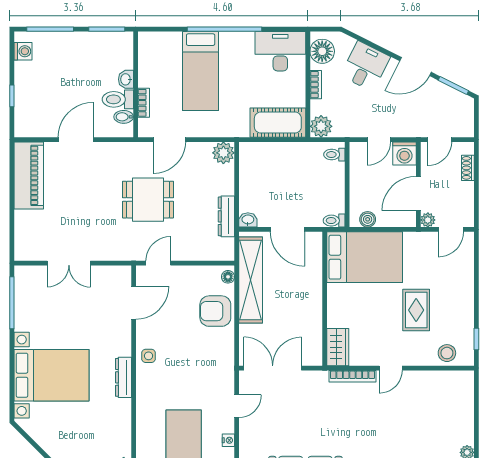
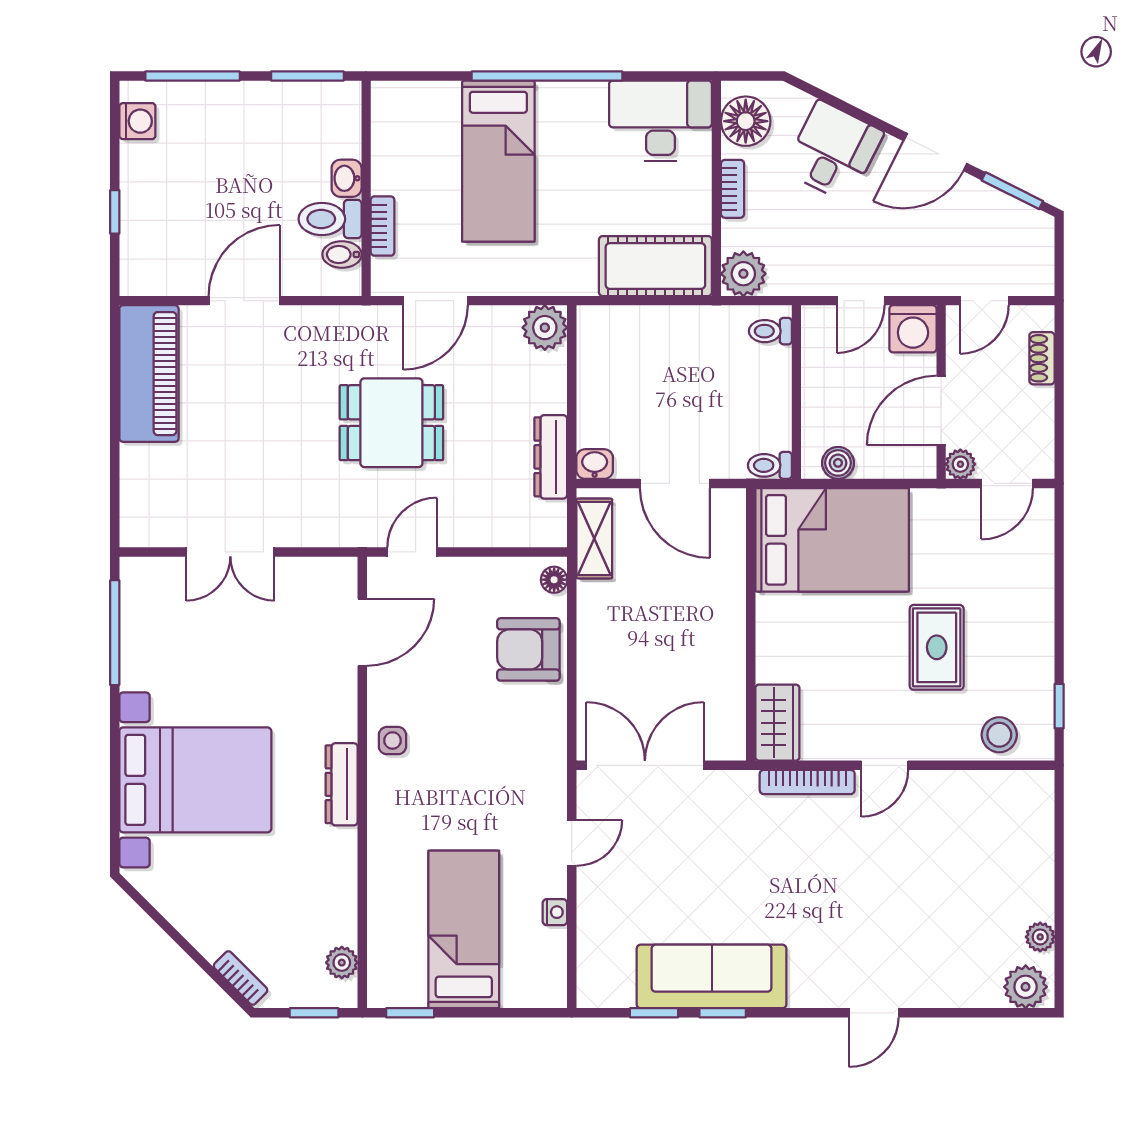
shelving: (251, 280) -> (594, 538), width x0.45, depth x0.75

